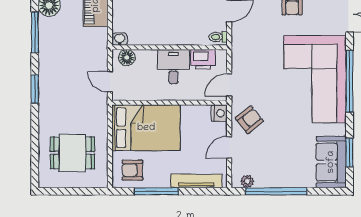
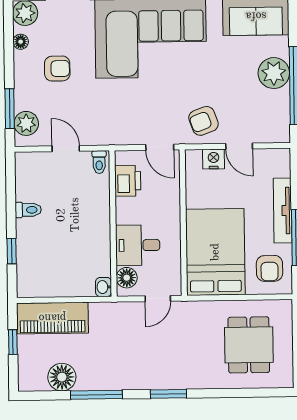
desk: (174, 67) -> (138, 245), moved
nightstand: (219, 113) -> (214, 159), moved
armchair: (249, 120) -> (203, 121), turned -71
tv unit: (196, 181) -> (283, 211), moved
plant: (247, 181) -> (274, 73), moved, width x1.87, depth x1.87

